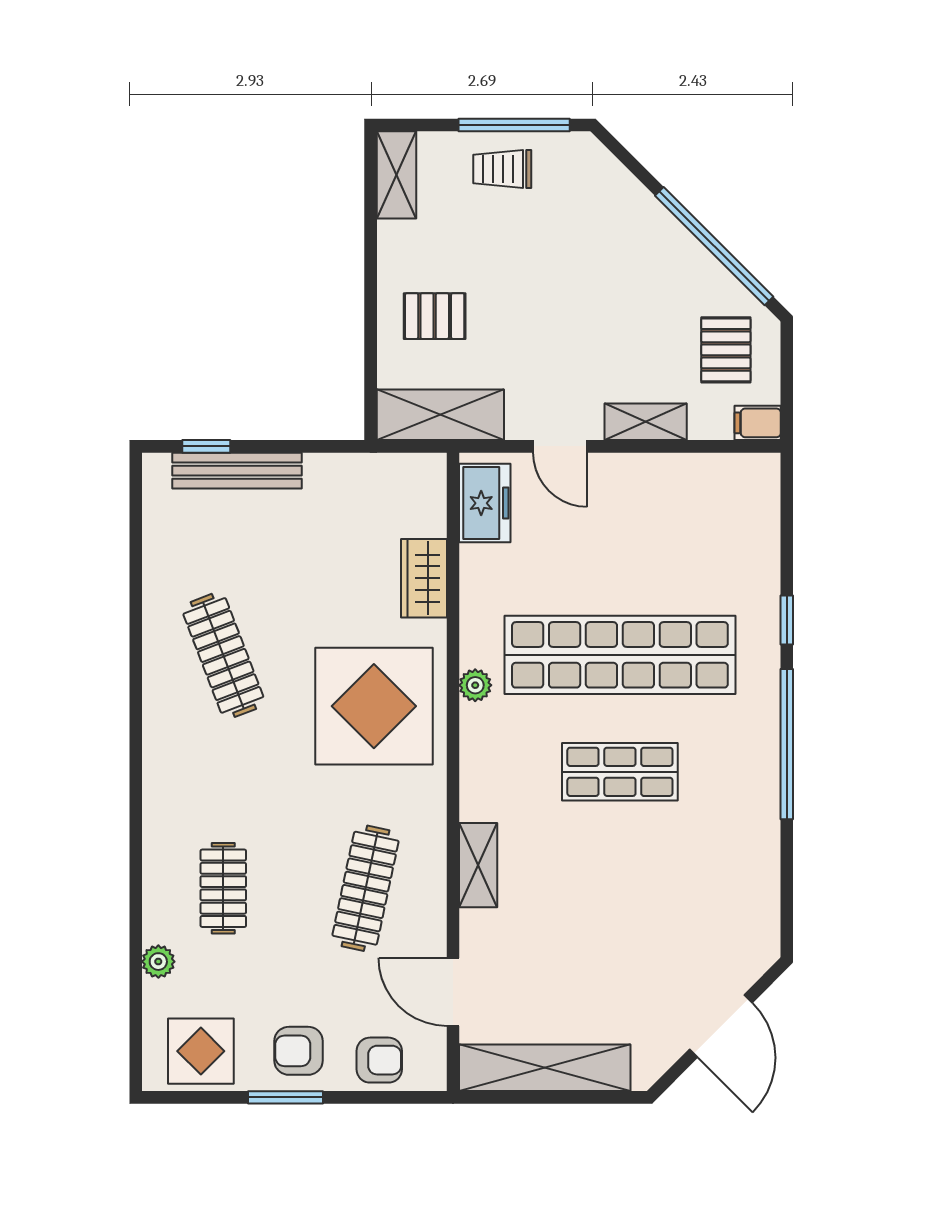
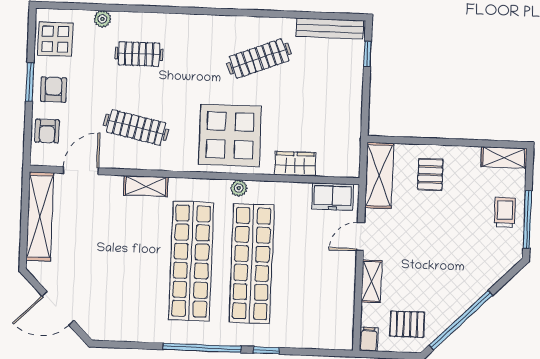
bench: (237, 471) -> (330, 29), moved, turned 90
shop shelf: (620, 772) -> (191, 261), width x2.00, depth x1.36

